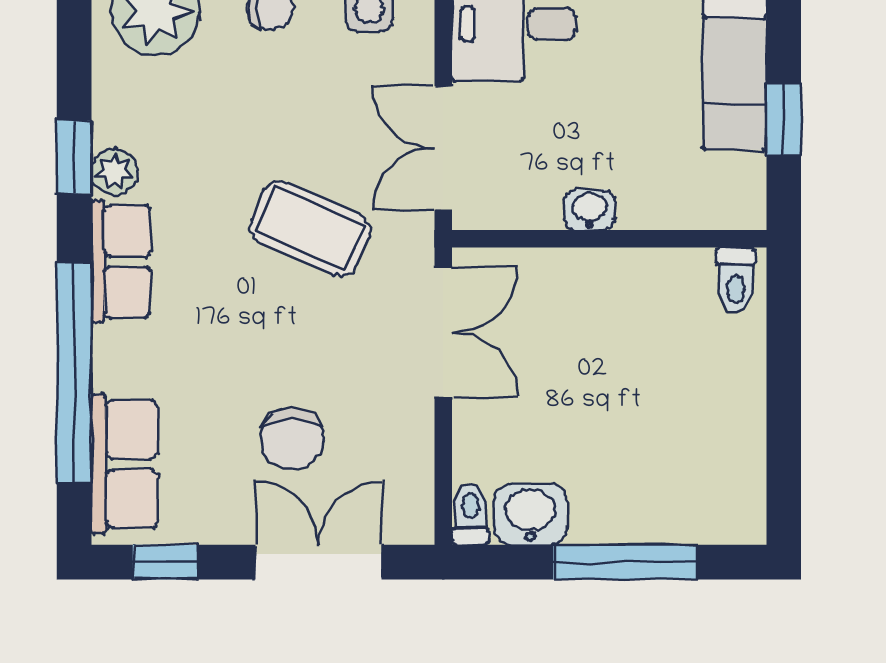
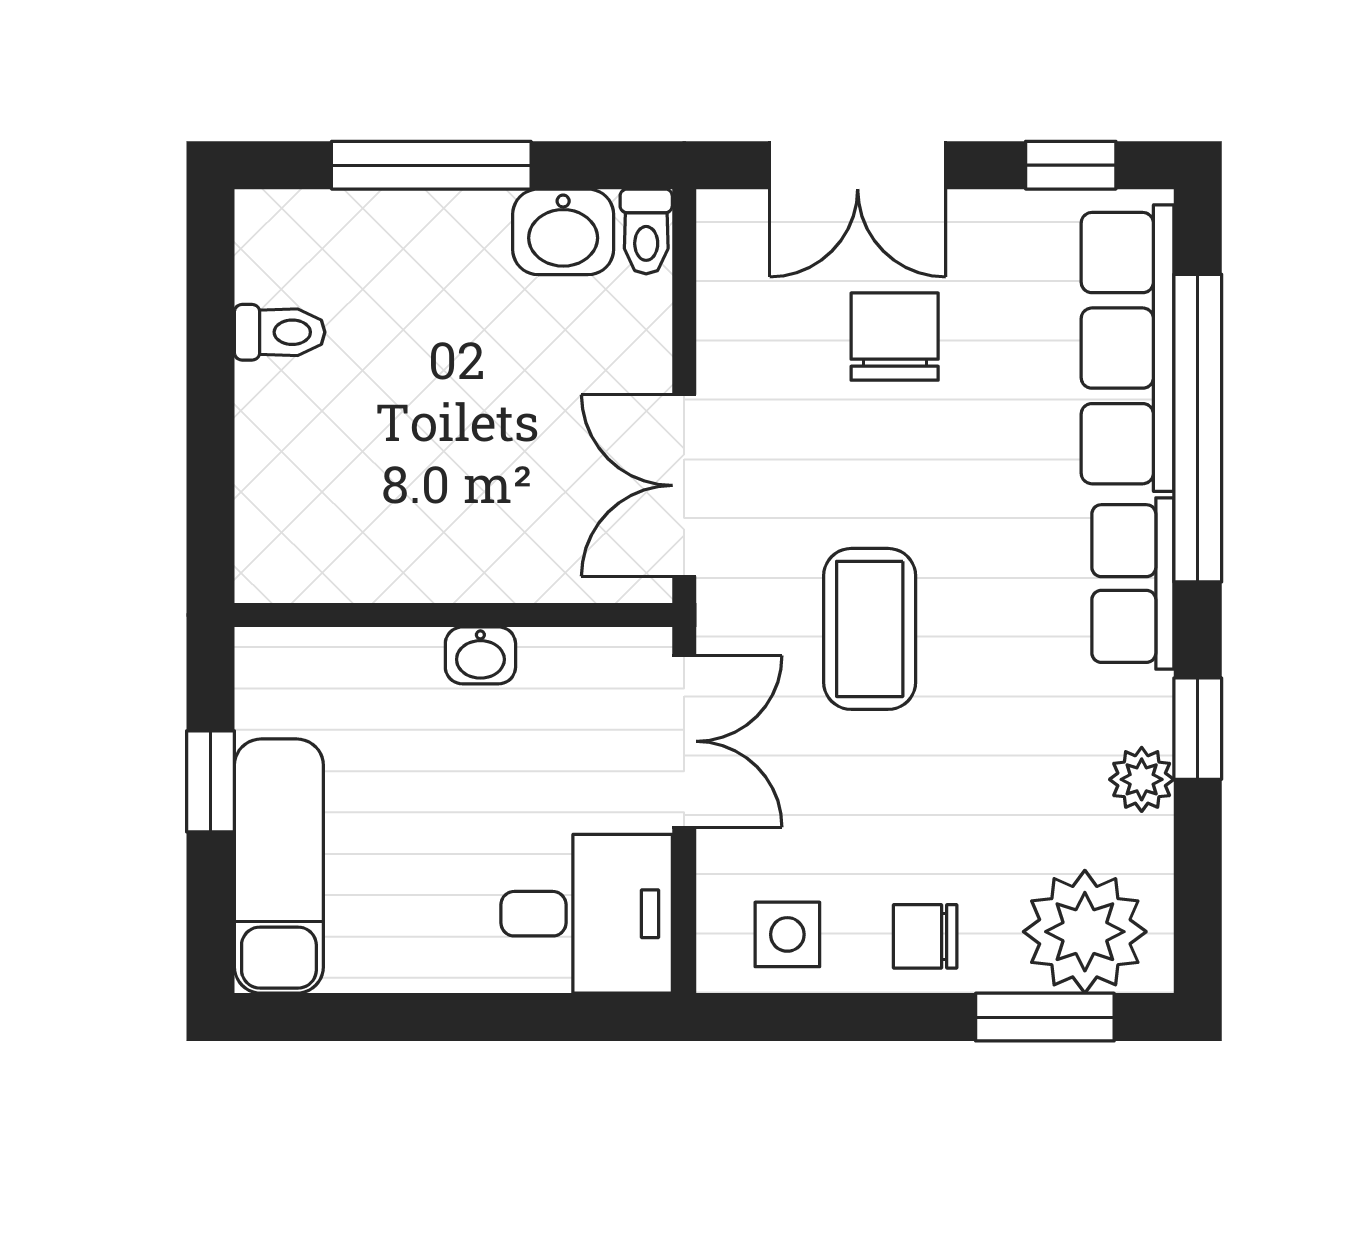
plant: (114, 172) -> (1142, 779), moved
coffee table: (310, 229) -> (870, 629), turned 66
toilet: (736, 280) -> (280, 332), moved, turned 90
row of seats: (125, 464) -> (1127, 348), width x1.48

